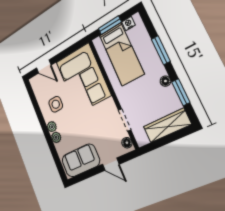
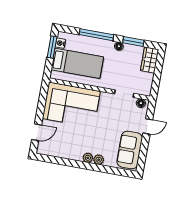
window: (110, 25) -> (52, 47), moved
window: (161, 50) -> (96, 35), width x1.44
side table: (56, 104) -> (73, 142), removed
wardrobe: (167, 126) -> (150, 60), width x0.67

